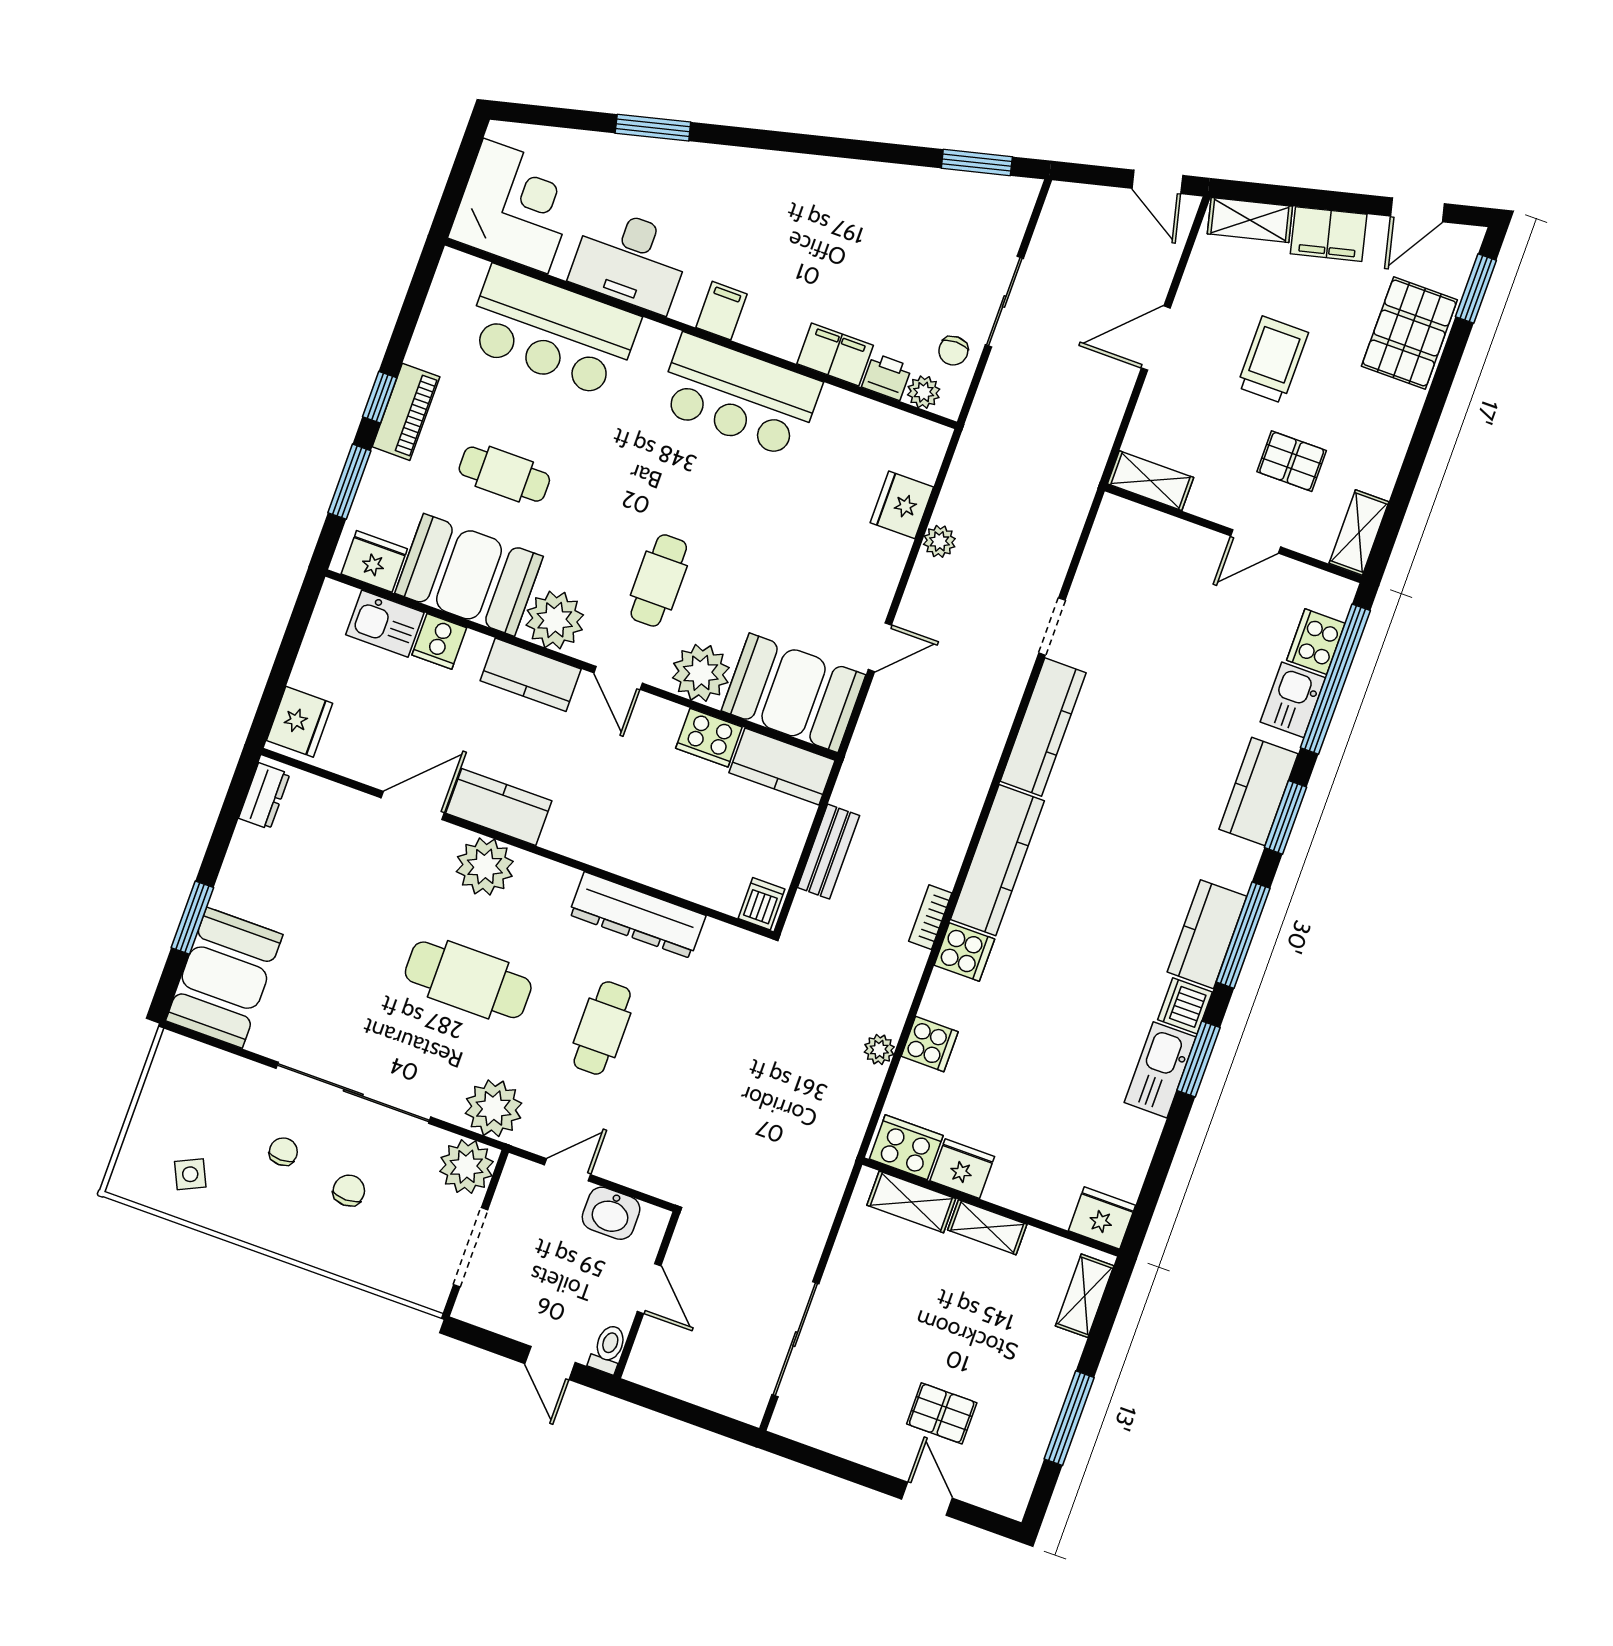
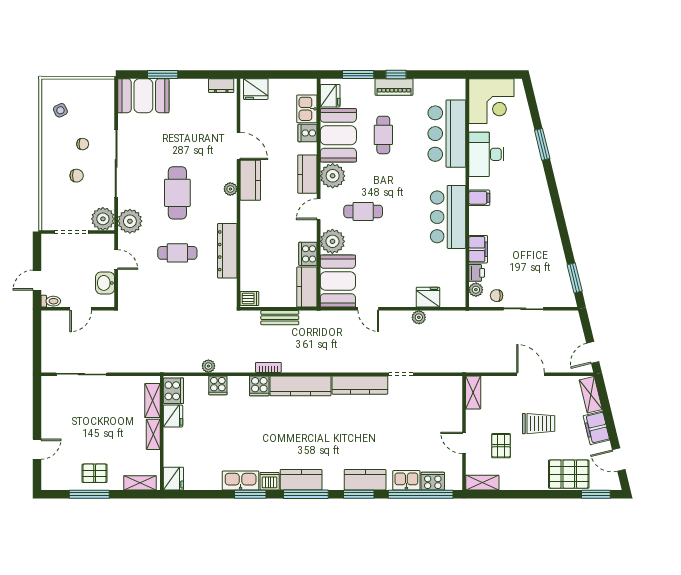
plant: (485, 867) -> (230, 189), width x0.53, depth x0.53
pallet: (942, 1413) -> (95, 473), moved, turned 90

